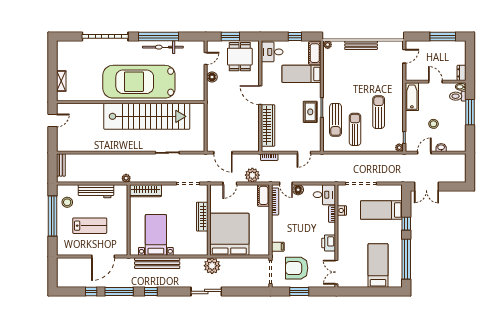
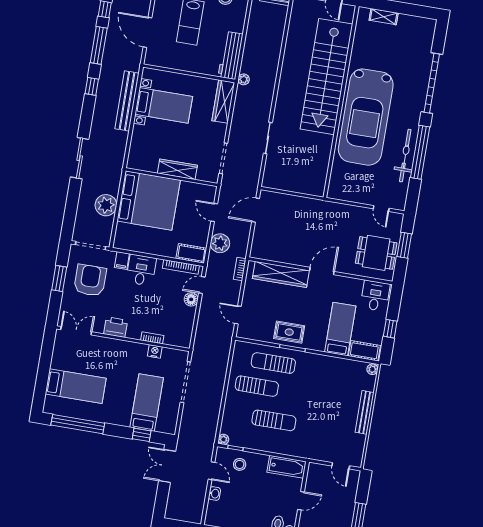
floor lamp: (212, 77) -> (356, 213), removed
car: (139, 82) -> (366, 117), turned 180
stairs: (147, 116) -> (326, 77), moved
stool: (433, 124) -> (240, 464), moved
workbench: (96, 191) -> (230, 55), moved
desk: (324, 195) -> (141, 270), moved, turned 180
window: (406, 224) -> (142, 435), moved
plant: (212, 266) -> (106, 205), moved

